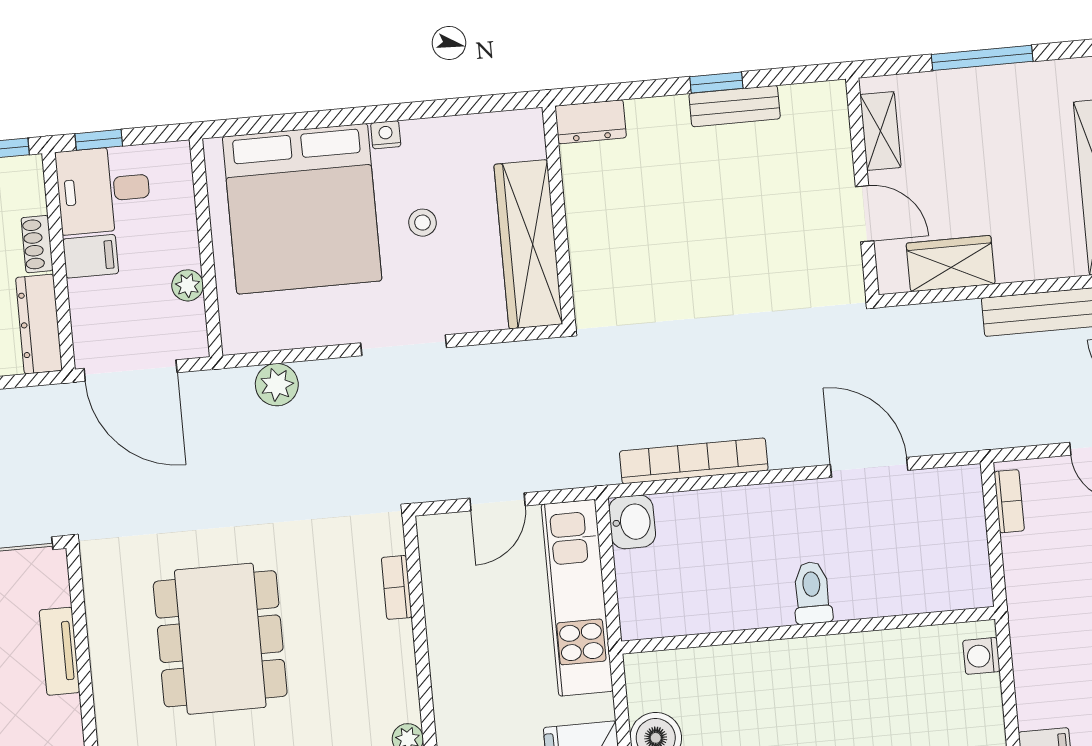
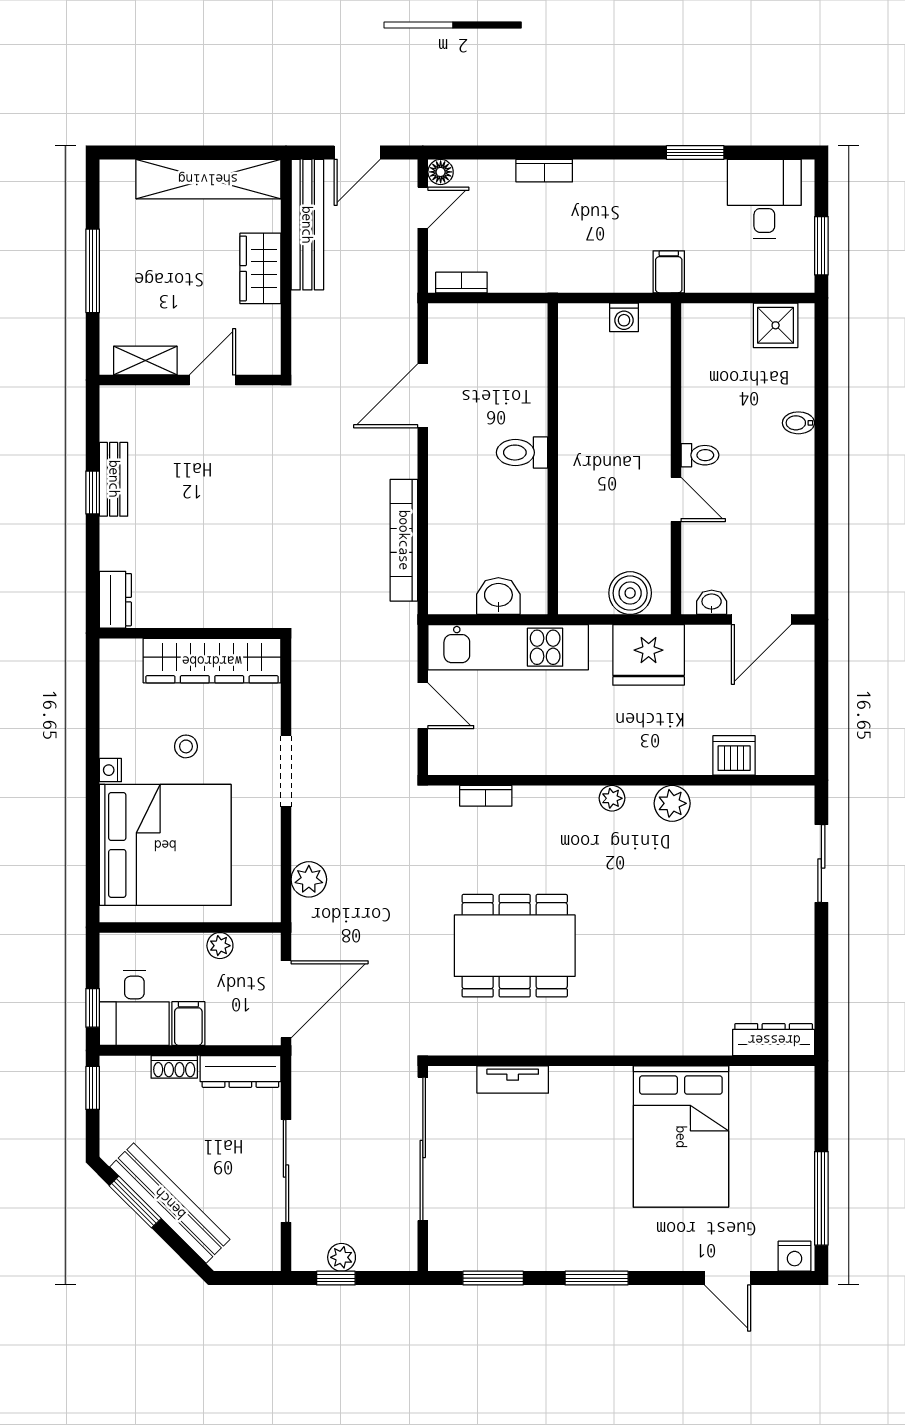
wardrobe: (951, 264) -> (260, 268), moved
washbasin: (632, 522) -> (498, 596), moved
washing machine: (981, 656) -> (624, 317), moved

